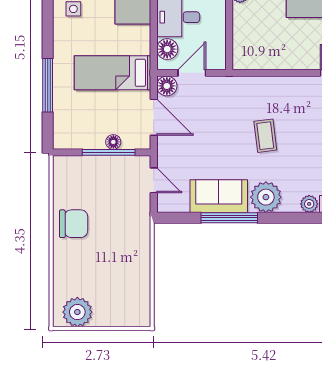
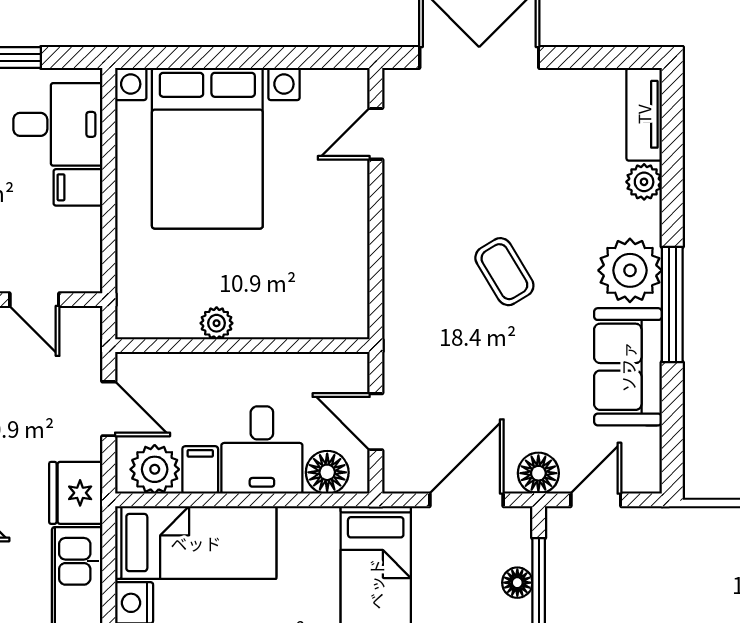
floor lamp: (167, 86) -> (538, 473), moved
coffee table: (265, 136) -> (504, 272), turned 66
window: (229, 218) -> (672, 304), moved

